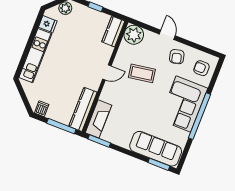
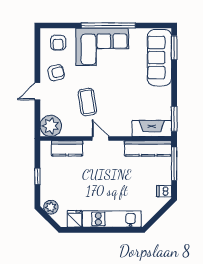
kitchen counter: (113, 31) -> (67, 148), moved

